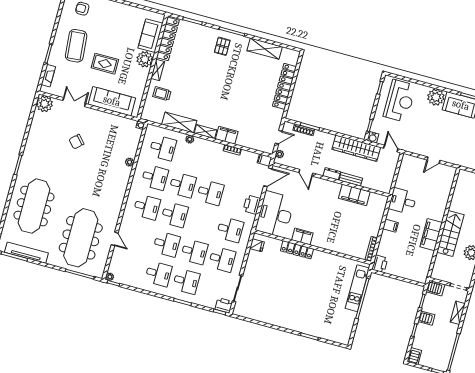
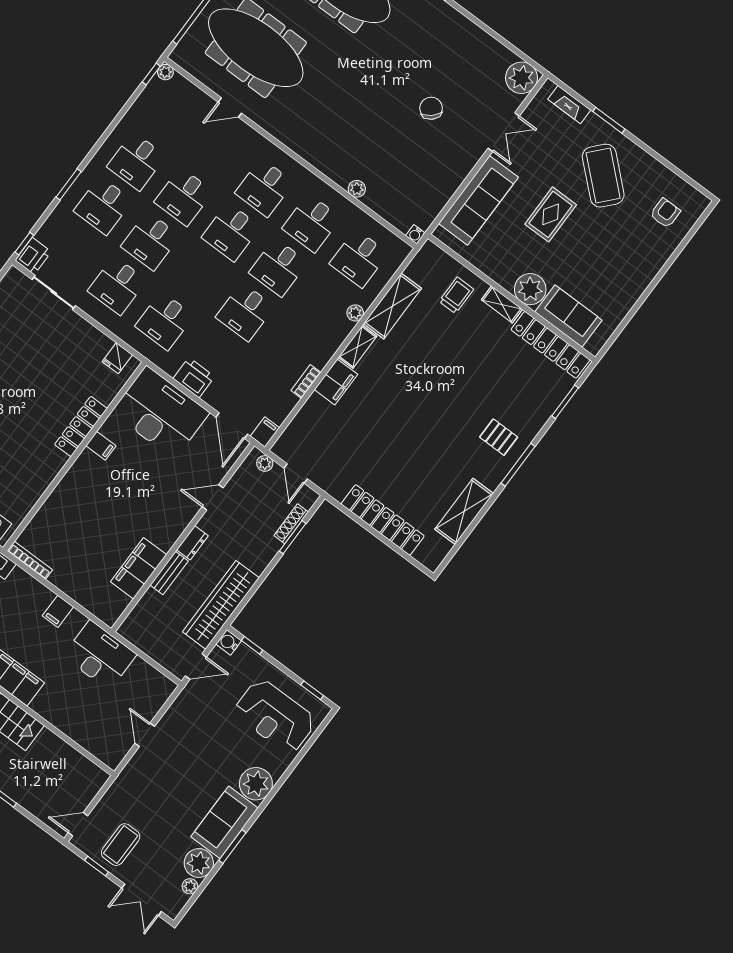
coffee table: (76, 46) -> (603, 176), turned 47
desk: (403, 201) -> (100, 655), width x1.37
filing cabinet: (302, 236) -> (101, 446), width x0.50

